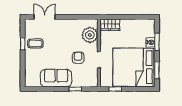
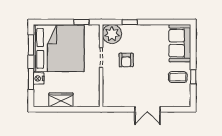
double door: (45, 17) -> (147, 109), moved
wardrobe: (110, 25) -> (61, 100), moved
plant: (90, 35) -> (112, 34), moved
sofa: (56, 78) -> (180, 43), moved, turned 90

